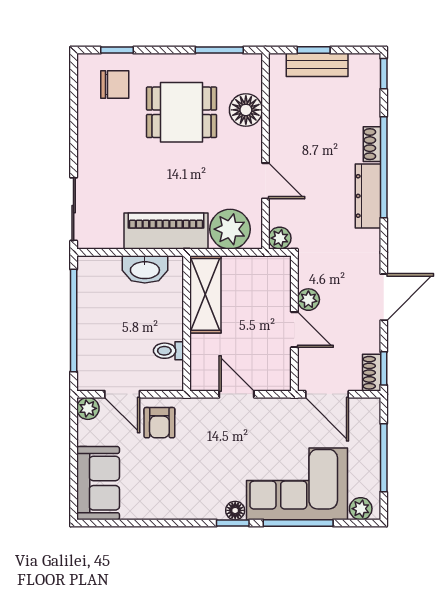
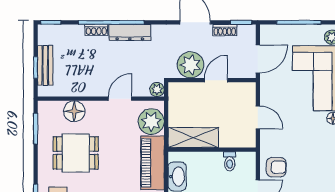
dining table: (182, 112) -> (76, 153), turned 90
plant: (308, 300) -> (191, 65), width x1.88, depth x1.88
shoe rack: (372, 373) -> (225, 30), moved
door: (237, 394) -> (258, 117), swing flipped

